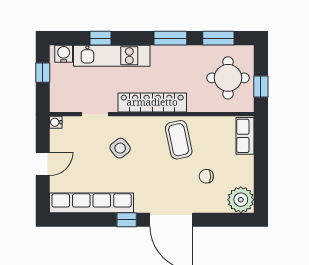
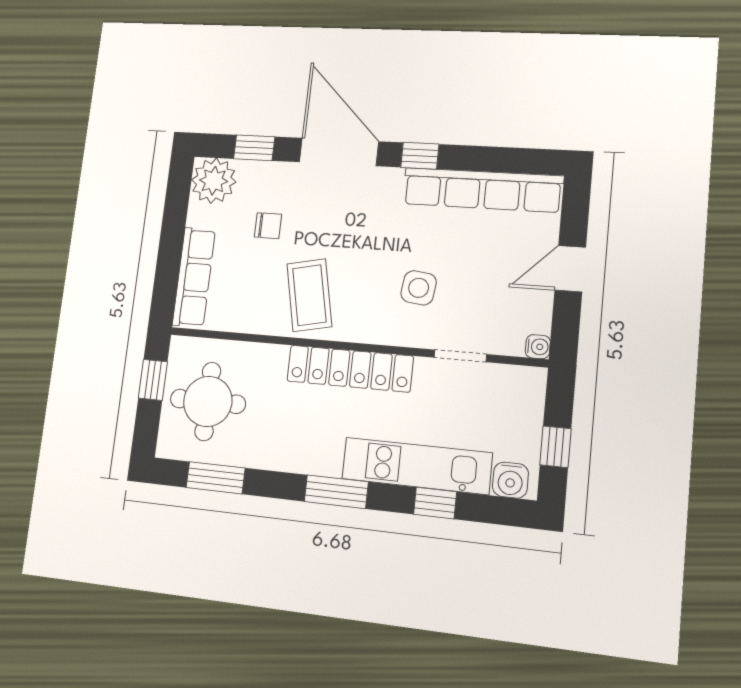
window: (170, 38) -> (336, 492), moved
row of seats: (245, 136) -> (194, 277), width x1.48
side table: (120, 148) -> (419, 288), turned 45
window: (220, 220) -> (254, 148), added

